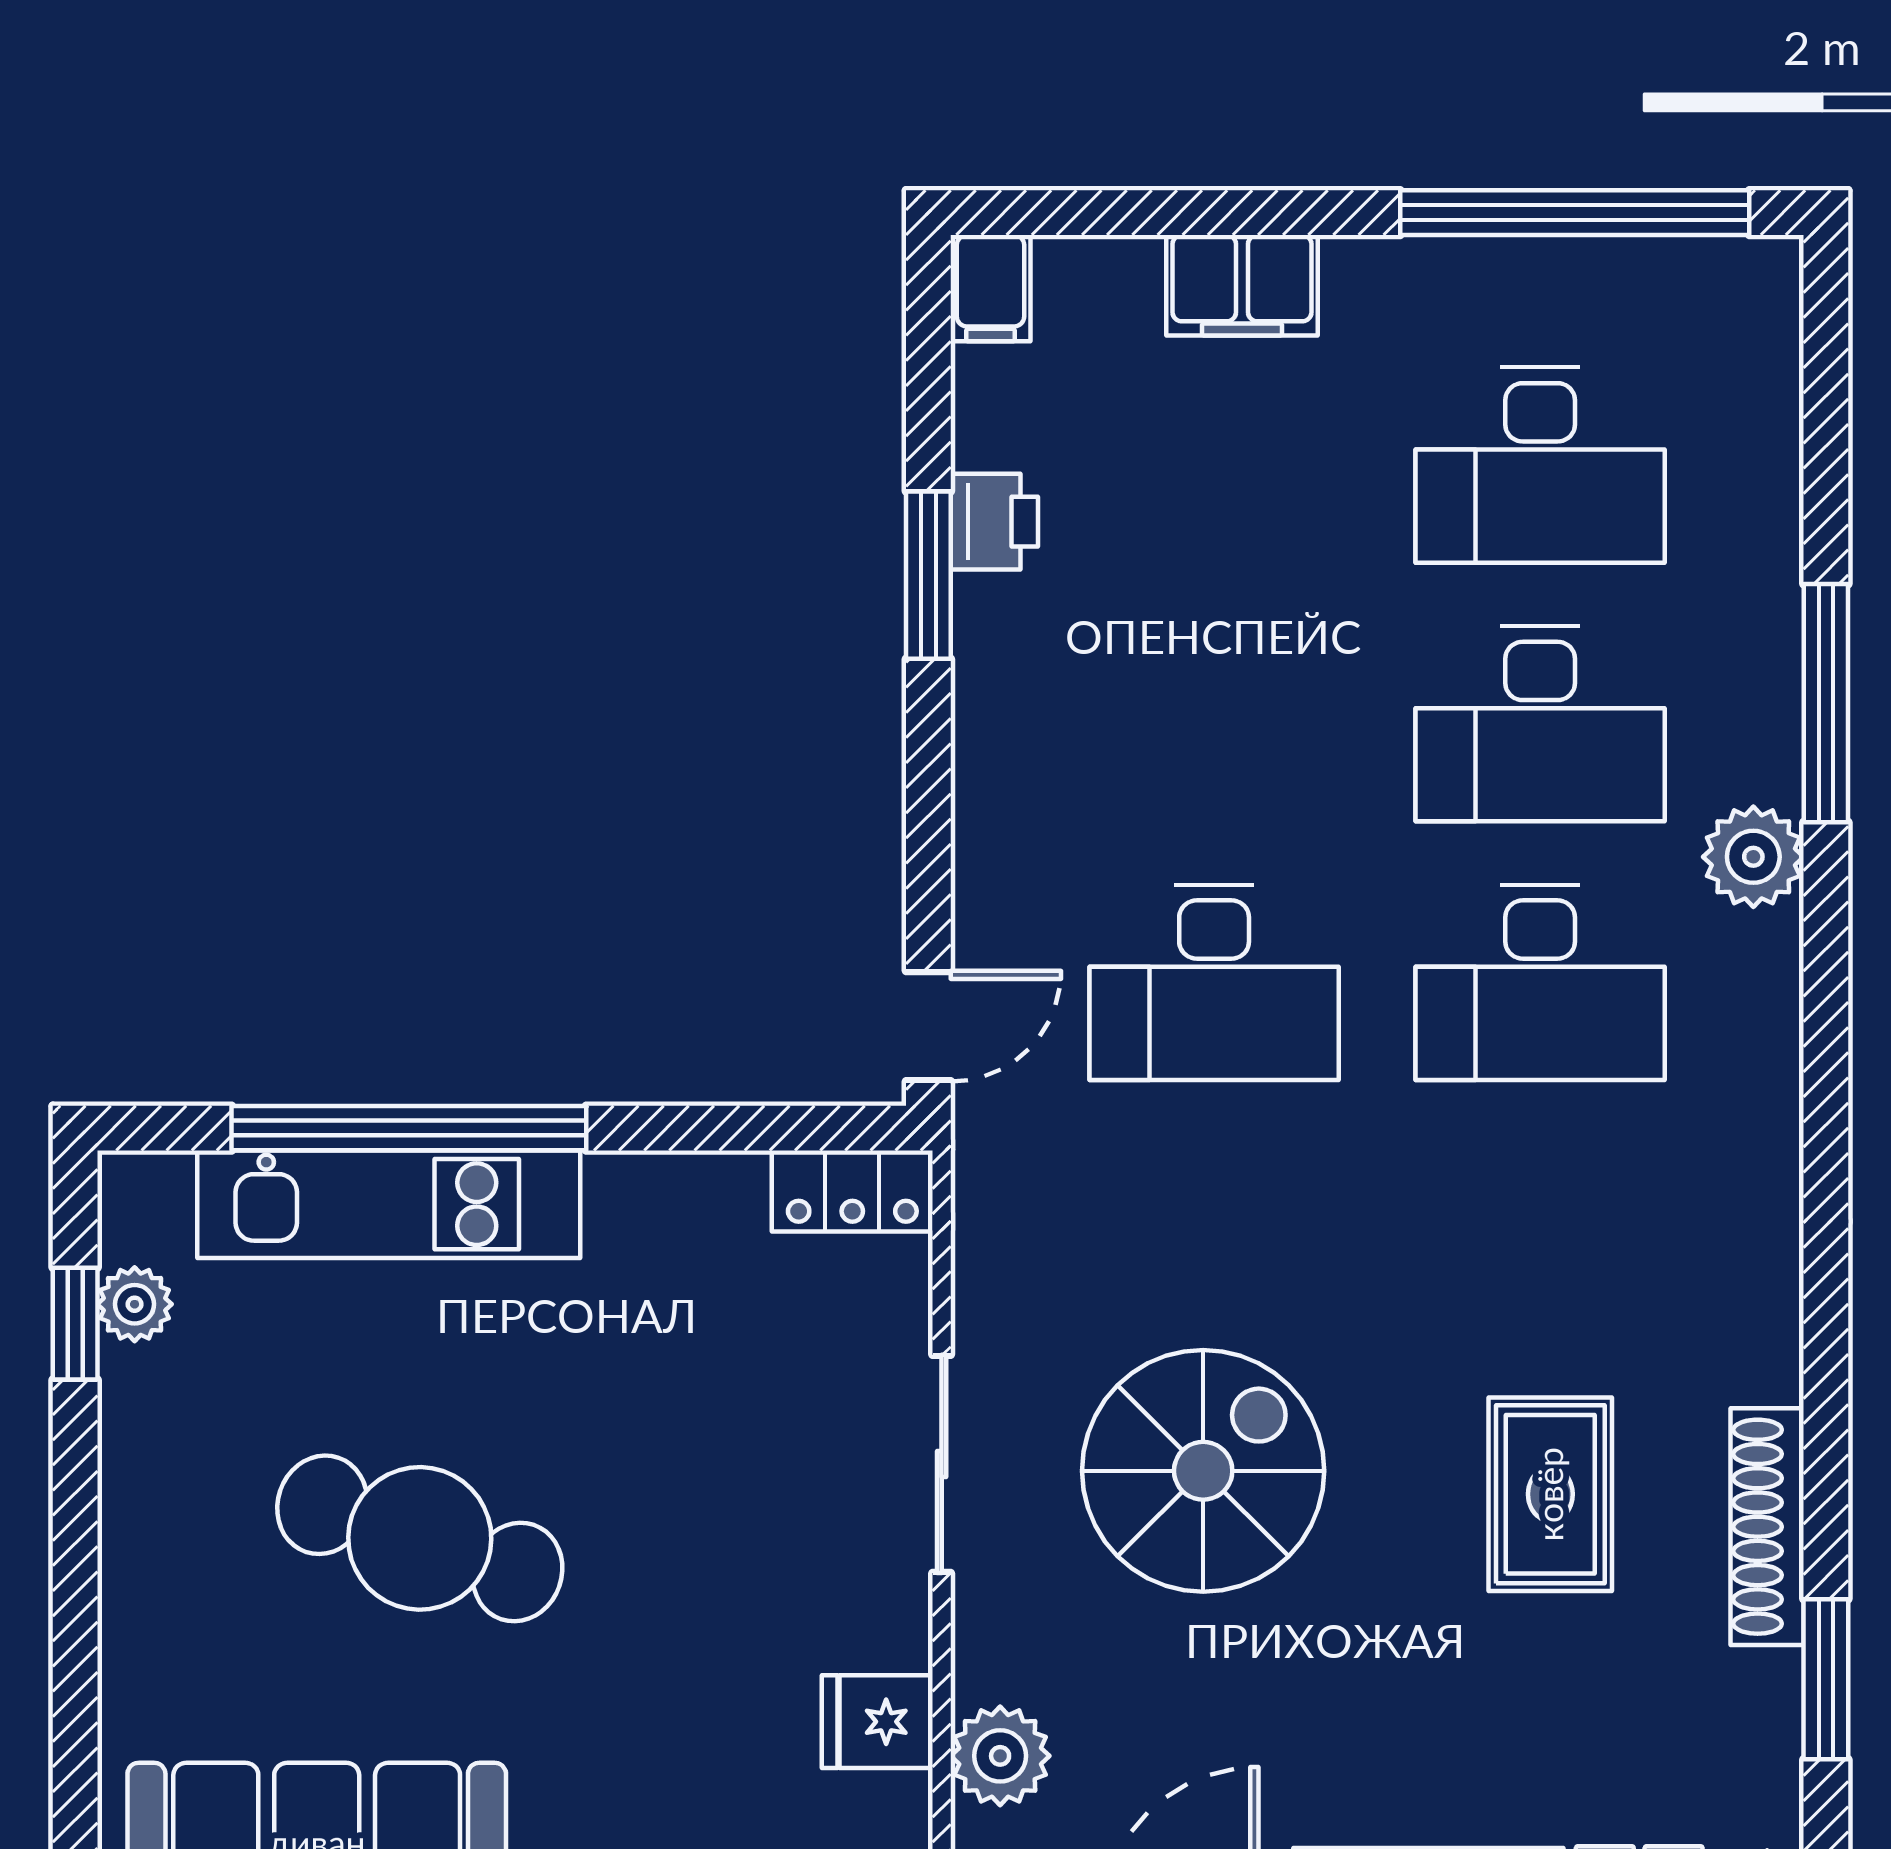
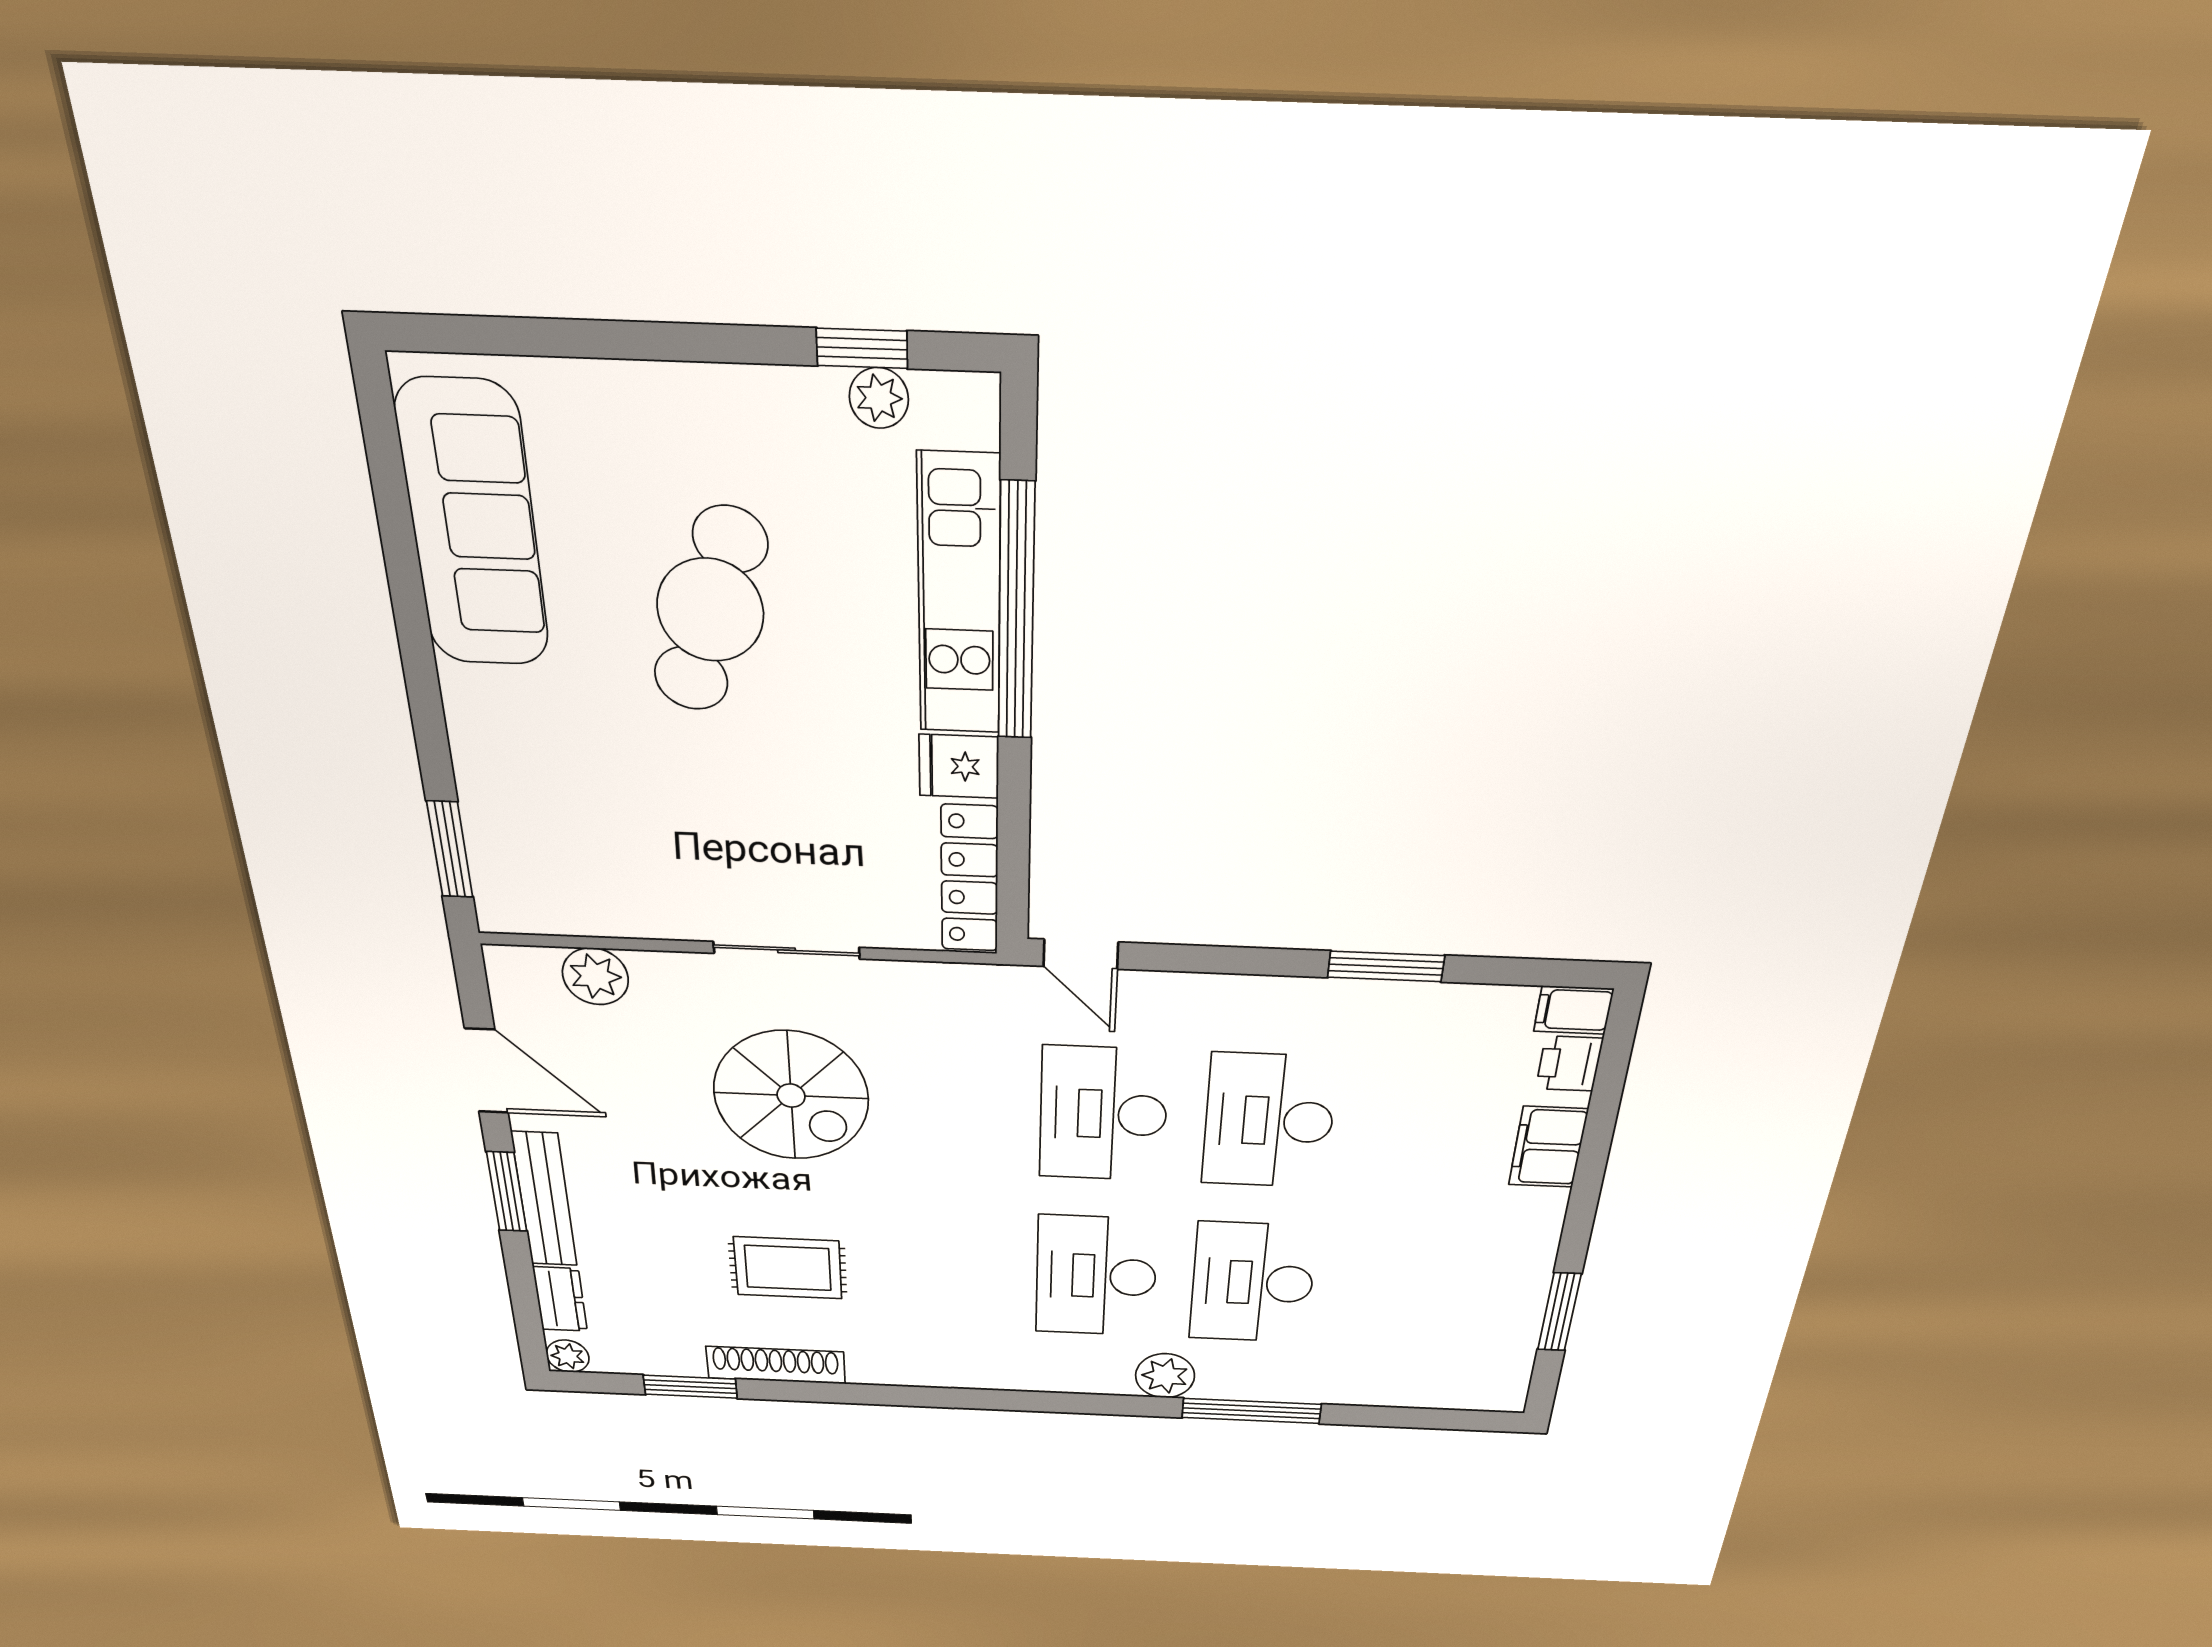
window: (1575, 213) -> (1559, 1312), width x0.47
desk: (1540, 465) -> (1269, 1121), moved
printer: (994, 522) -> (1569, 1064), moved, turned 90
locker: (852, 1191) -> (970, 879), width x1.53
fridge: (877, 1722) -> (959, 766), moved, turned -90

